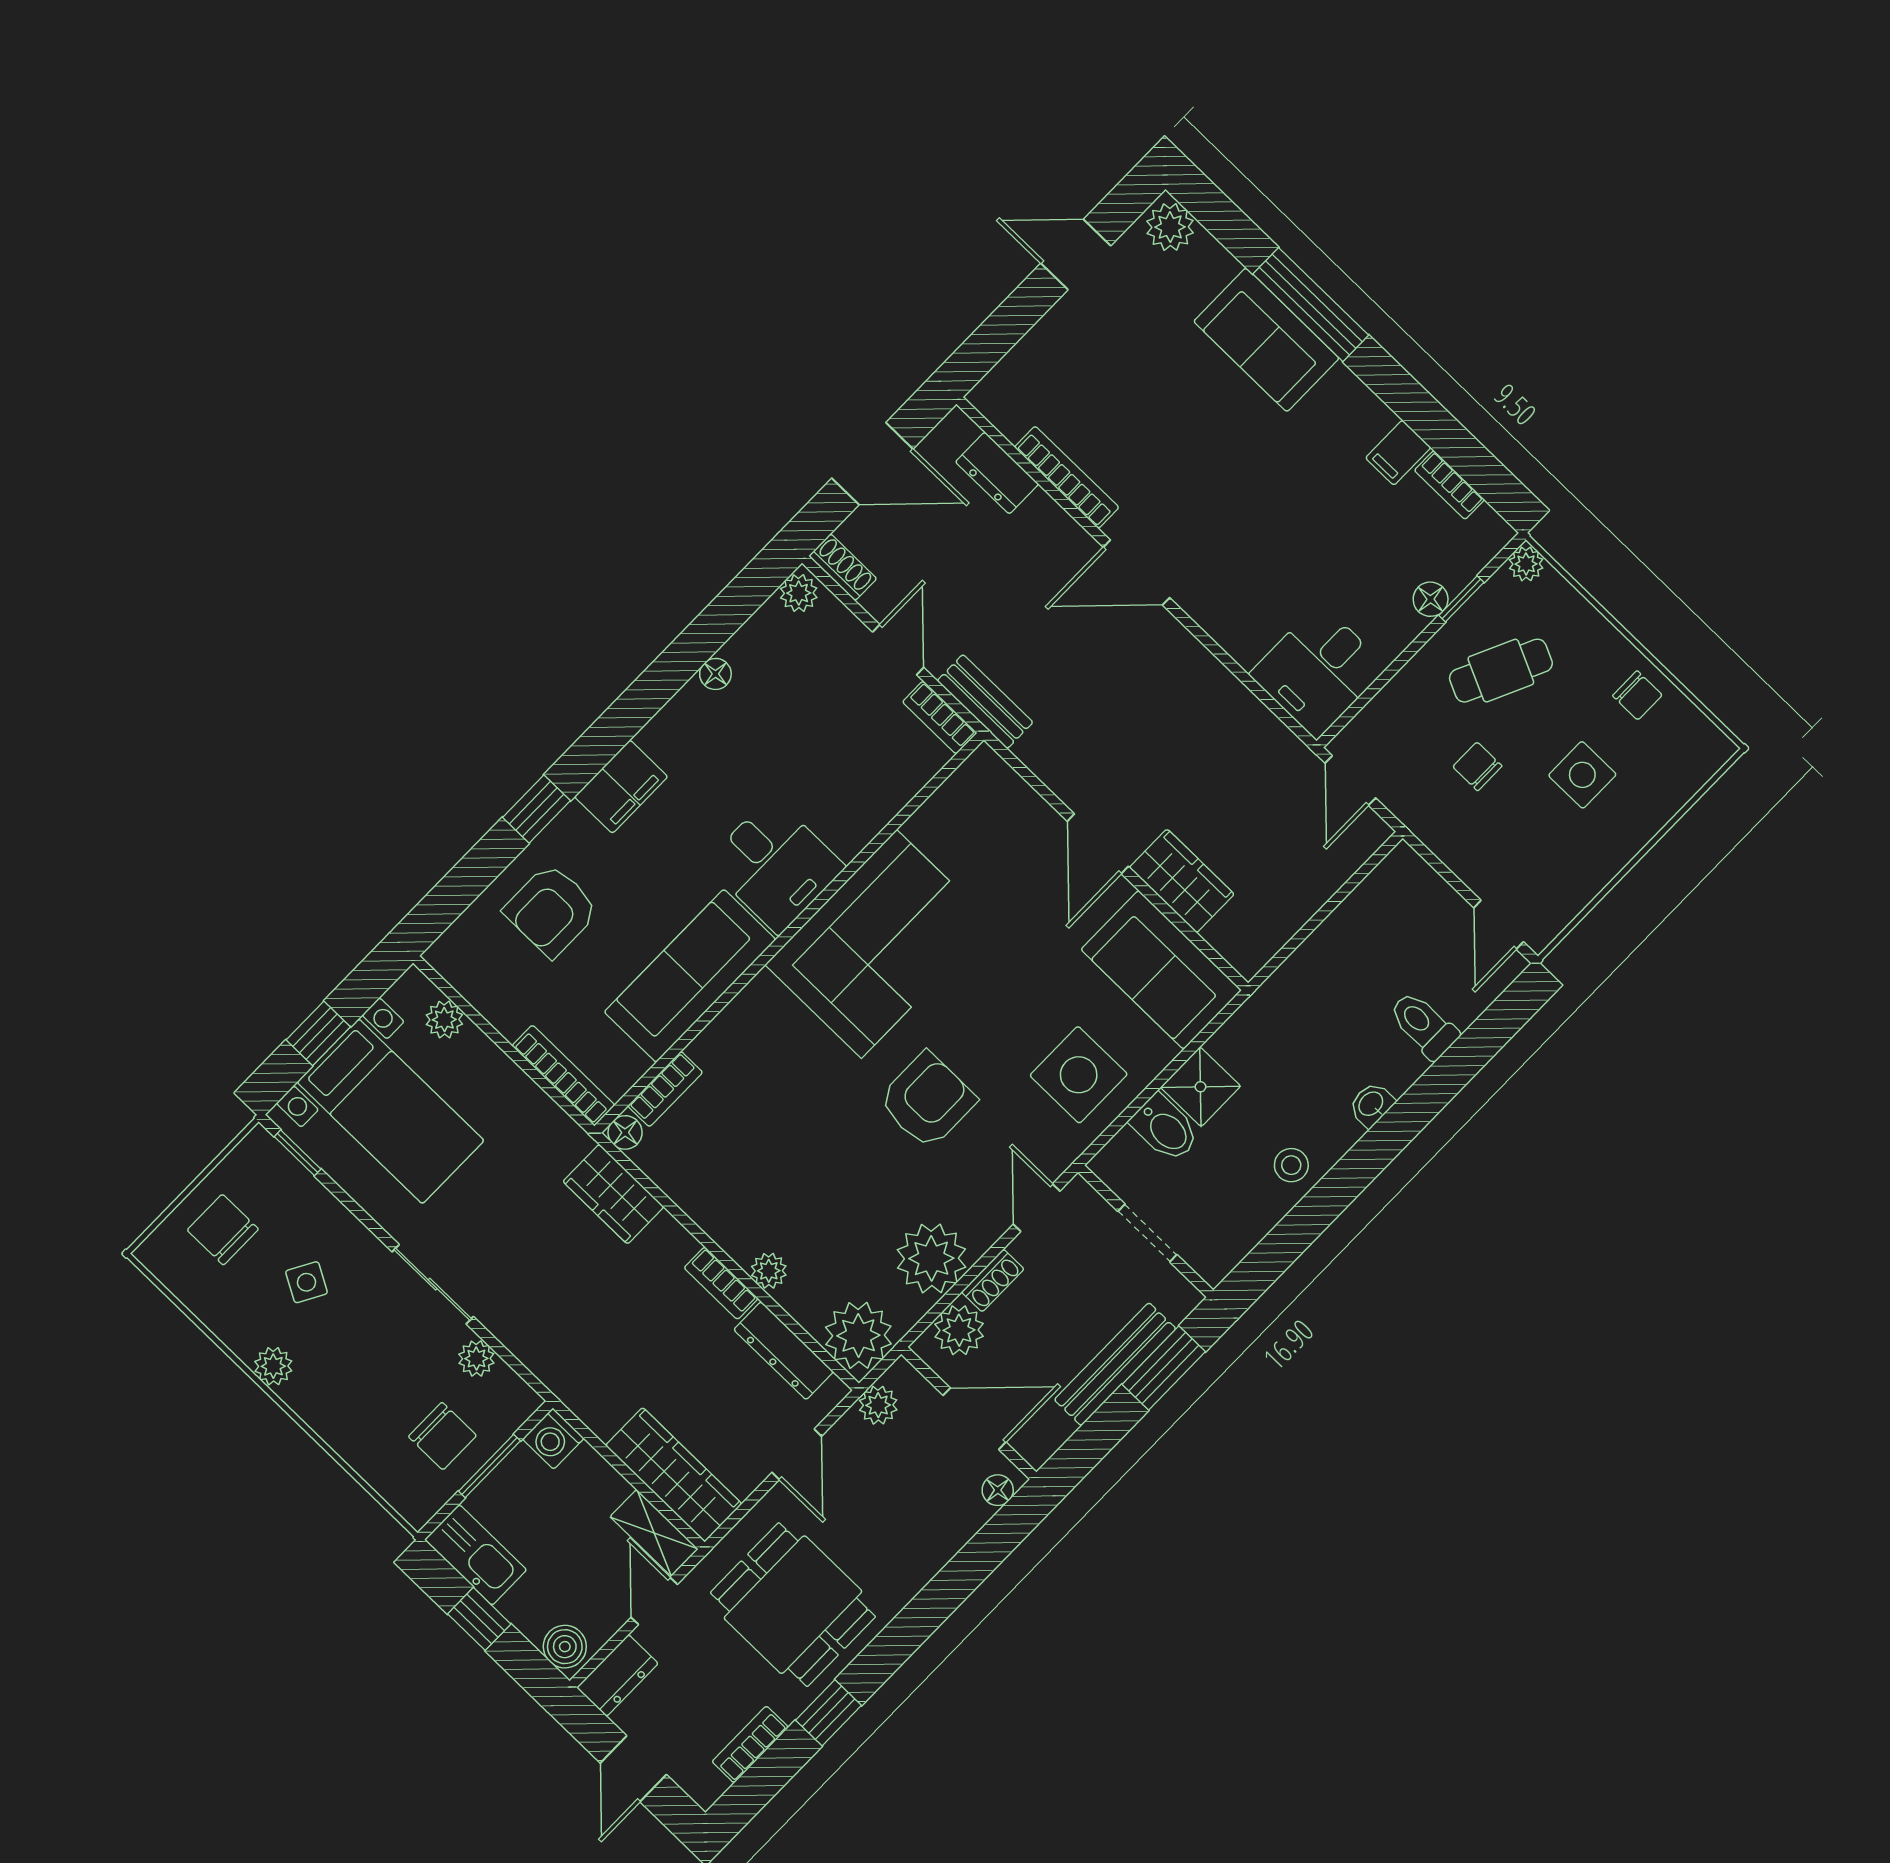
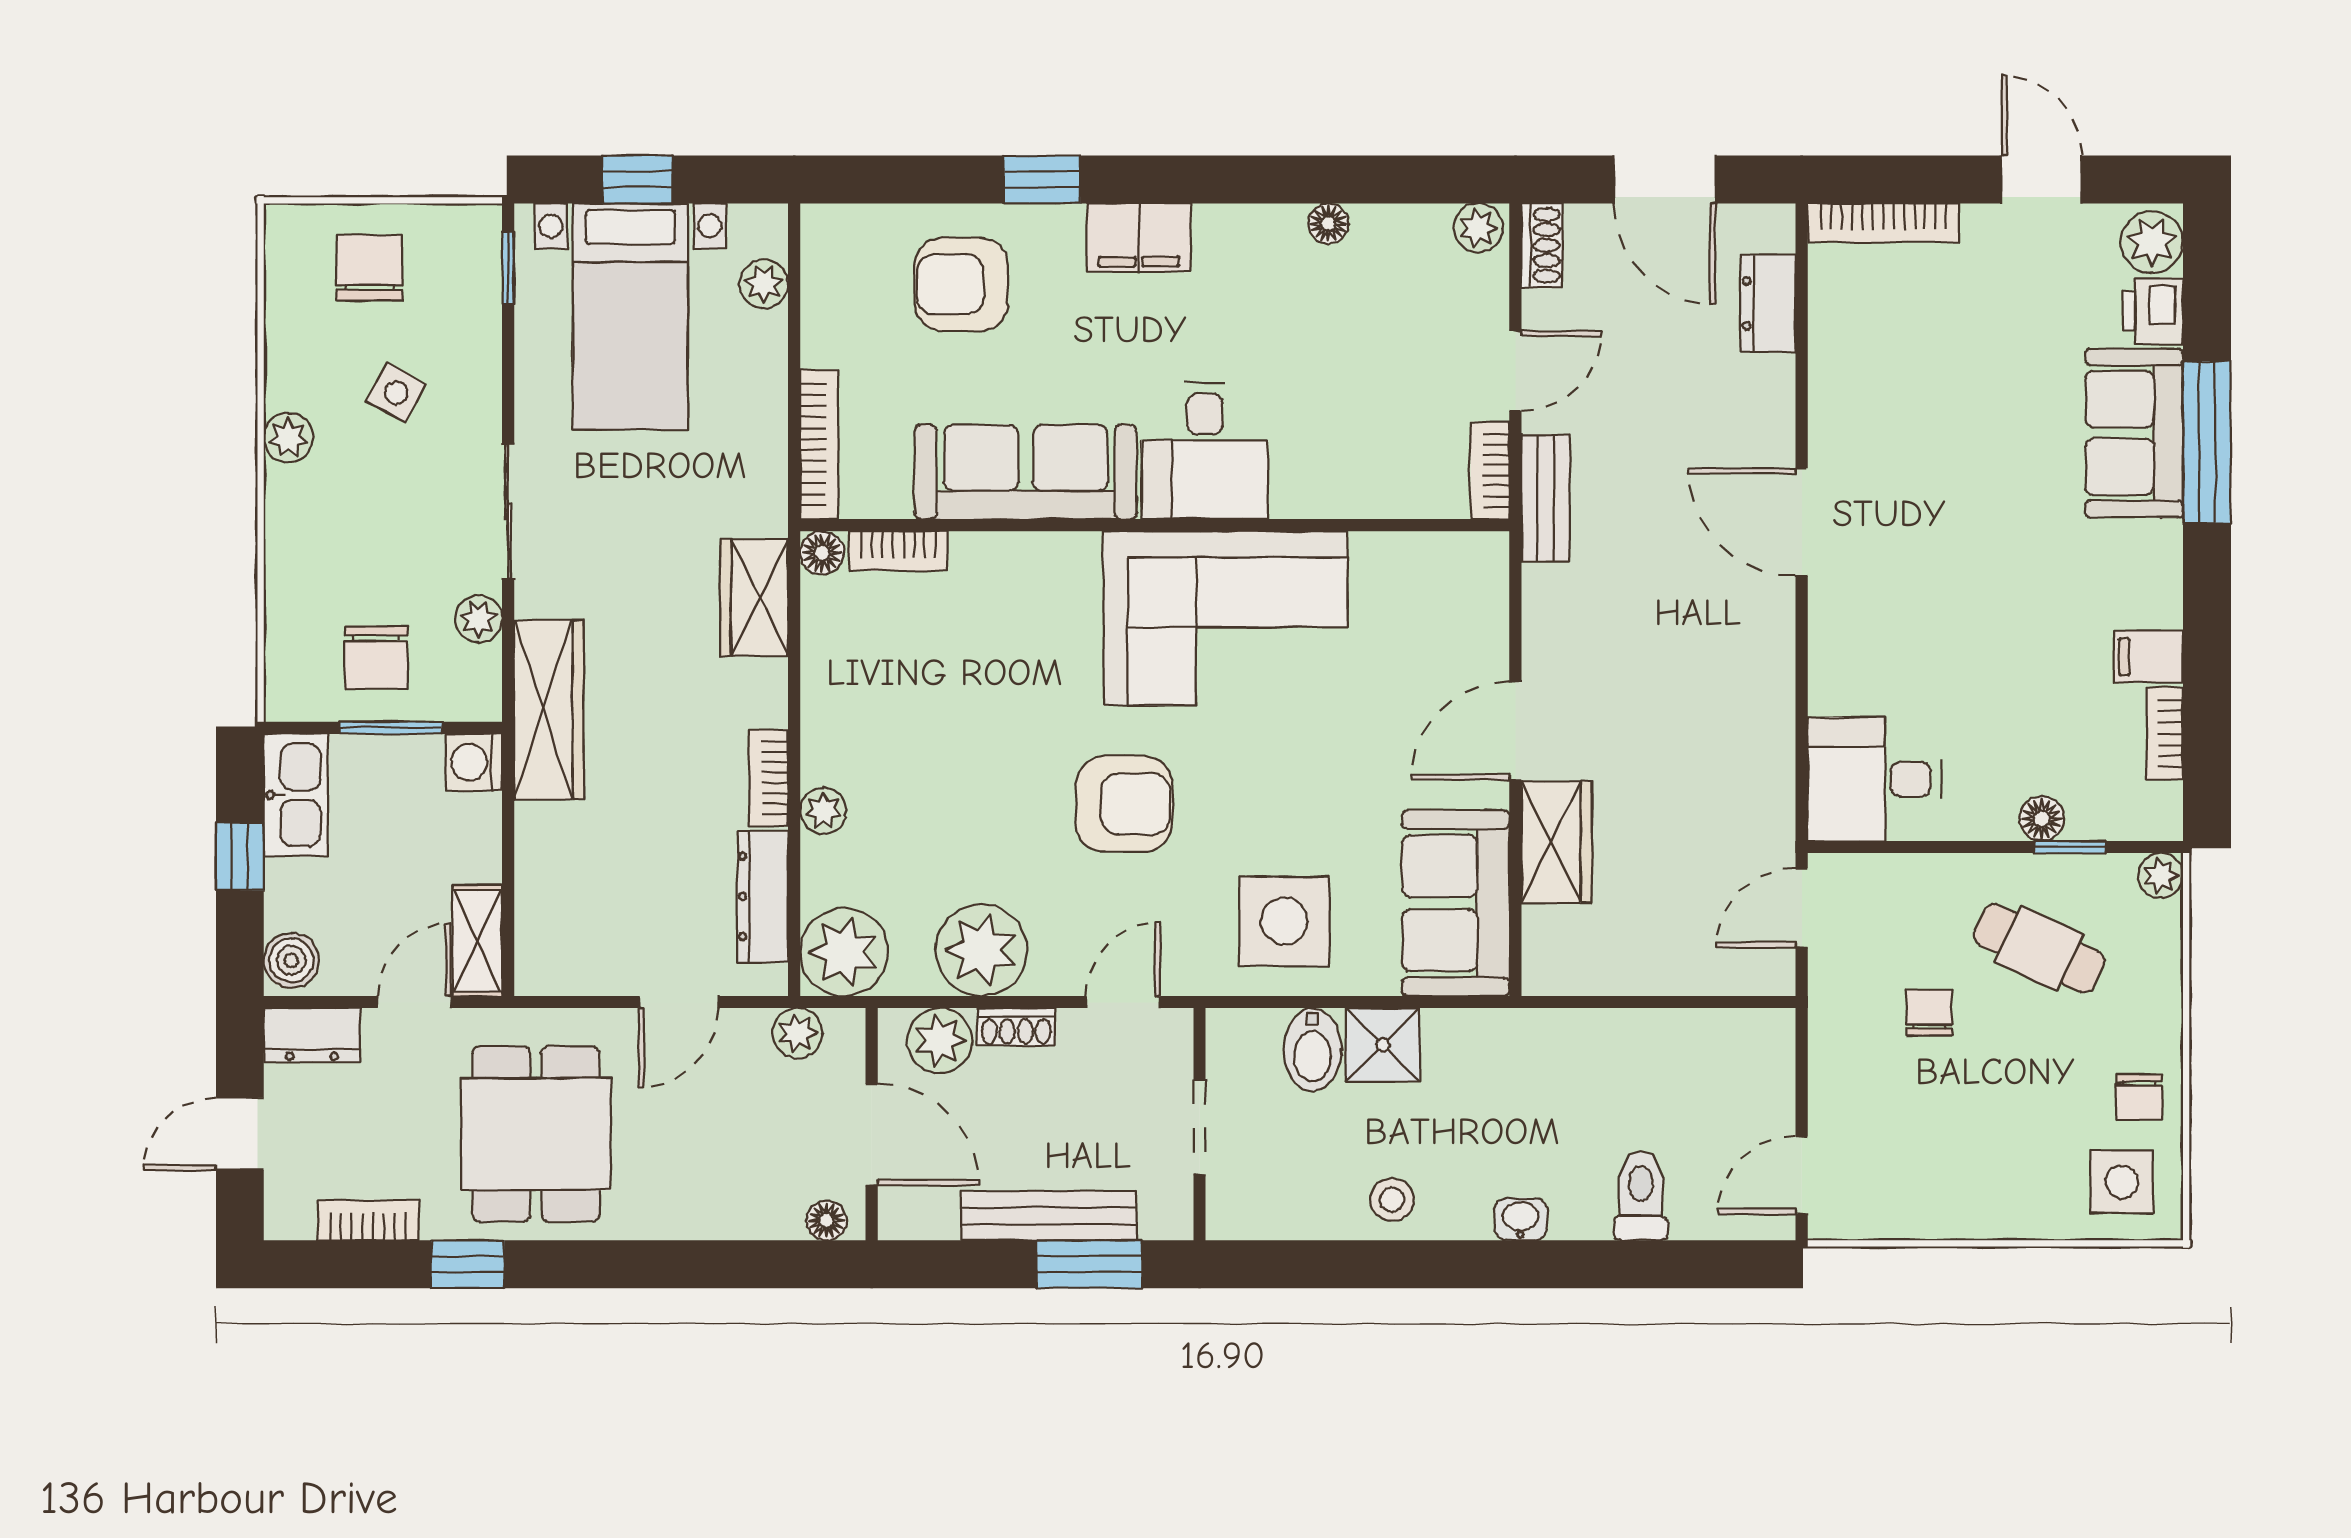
printer: (1209, 264) -> (2153, 311), added
bookcase: (1067, 477) -> (1883, 223), moved, turned 90
side table: (1582, 775) -> (2122, 1182), moved
wardrobe: (674, 1475) -> (549, 710), moved

